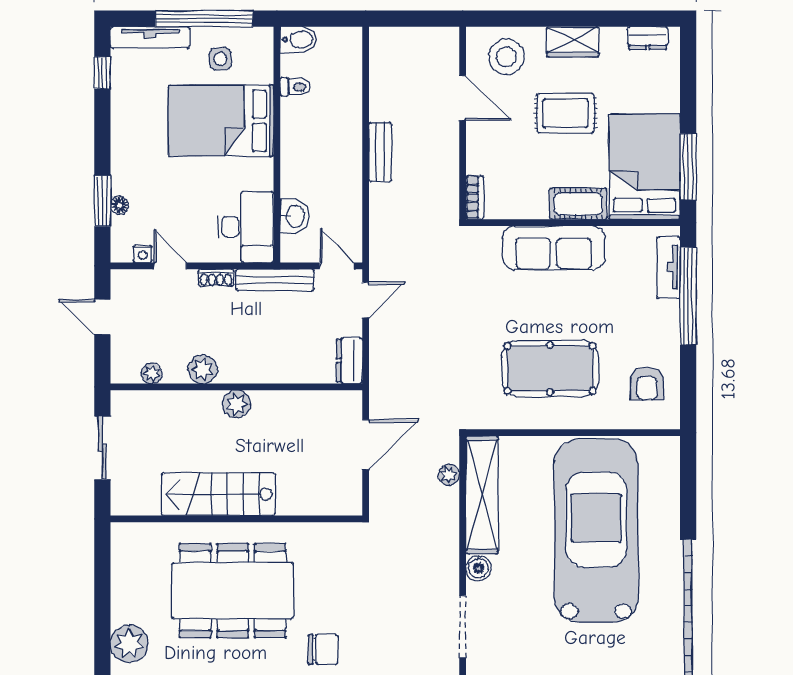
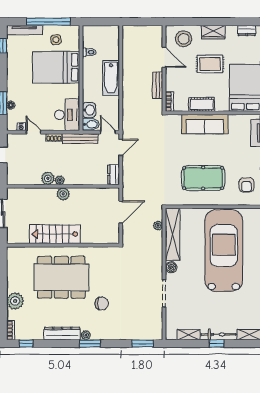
bidet: (299, 40) -> (91, 124), moved
bathtub: (344, 145) -> (111, 78), added
bench: (380, 152) -> (158, 85), moved
cot: (578, 204) -> (202, 104), moved
plant: (152, 373) -> (60, 180), moved

